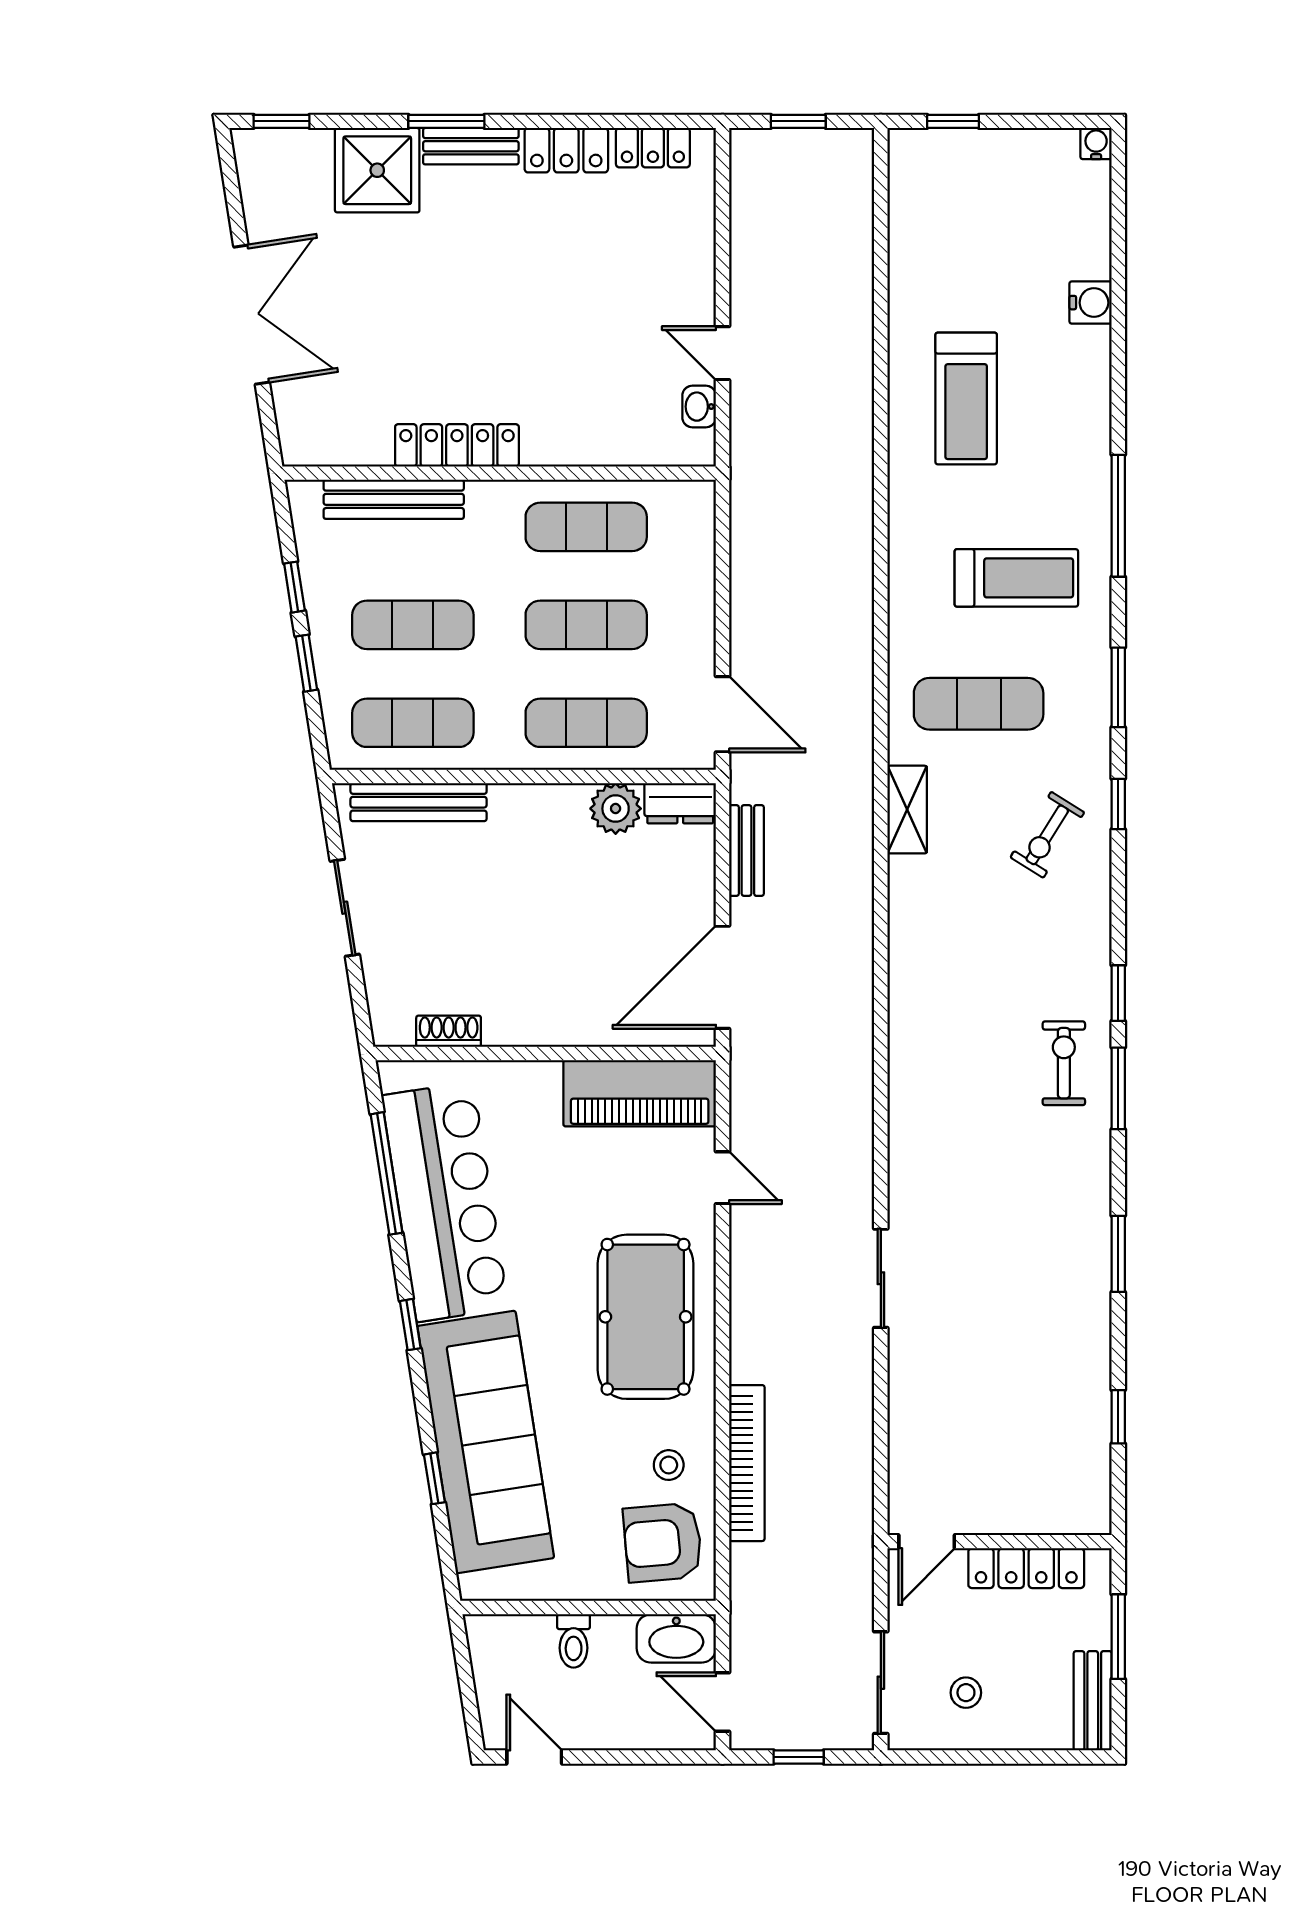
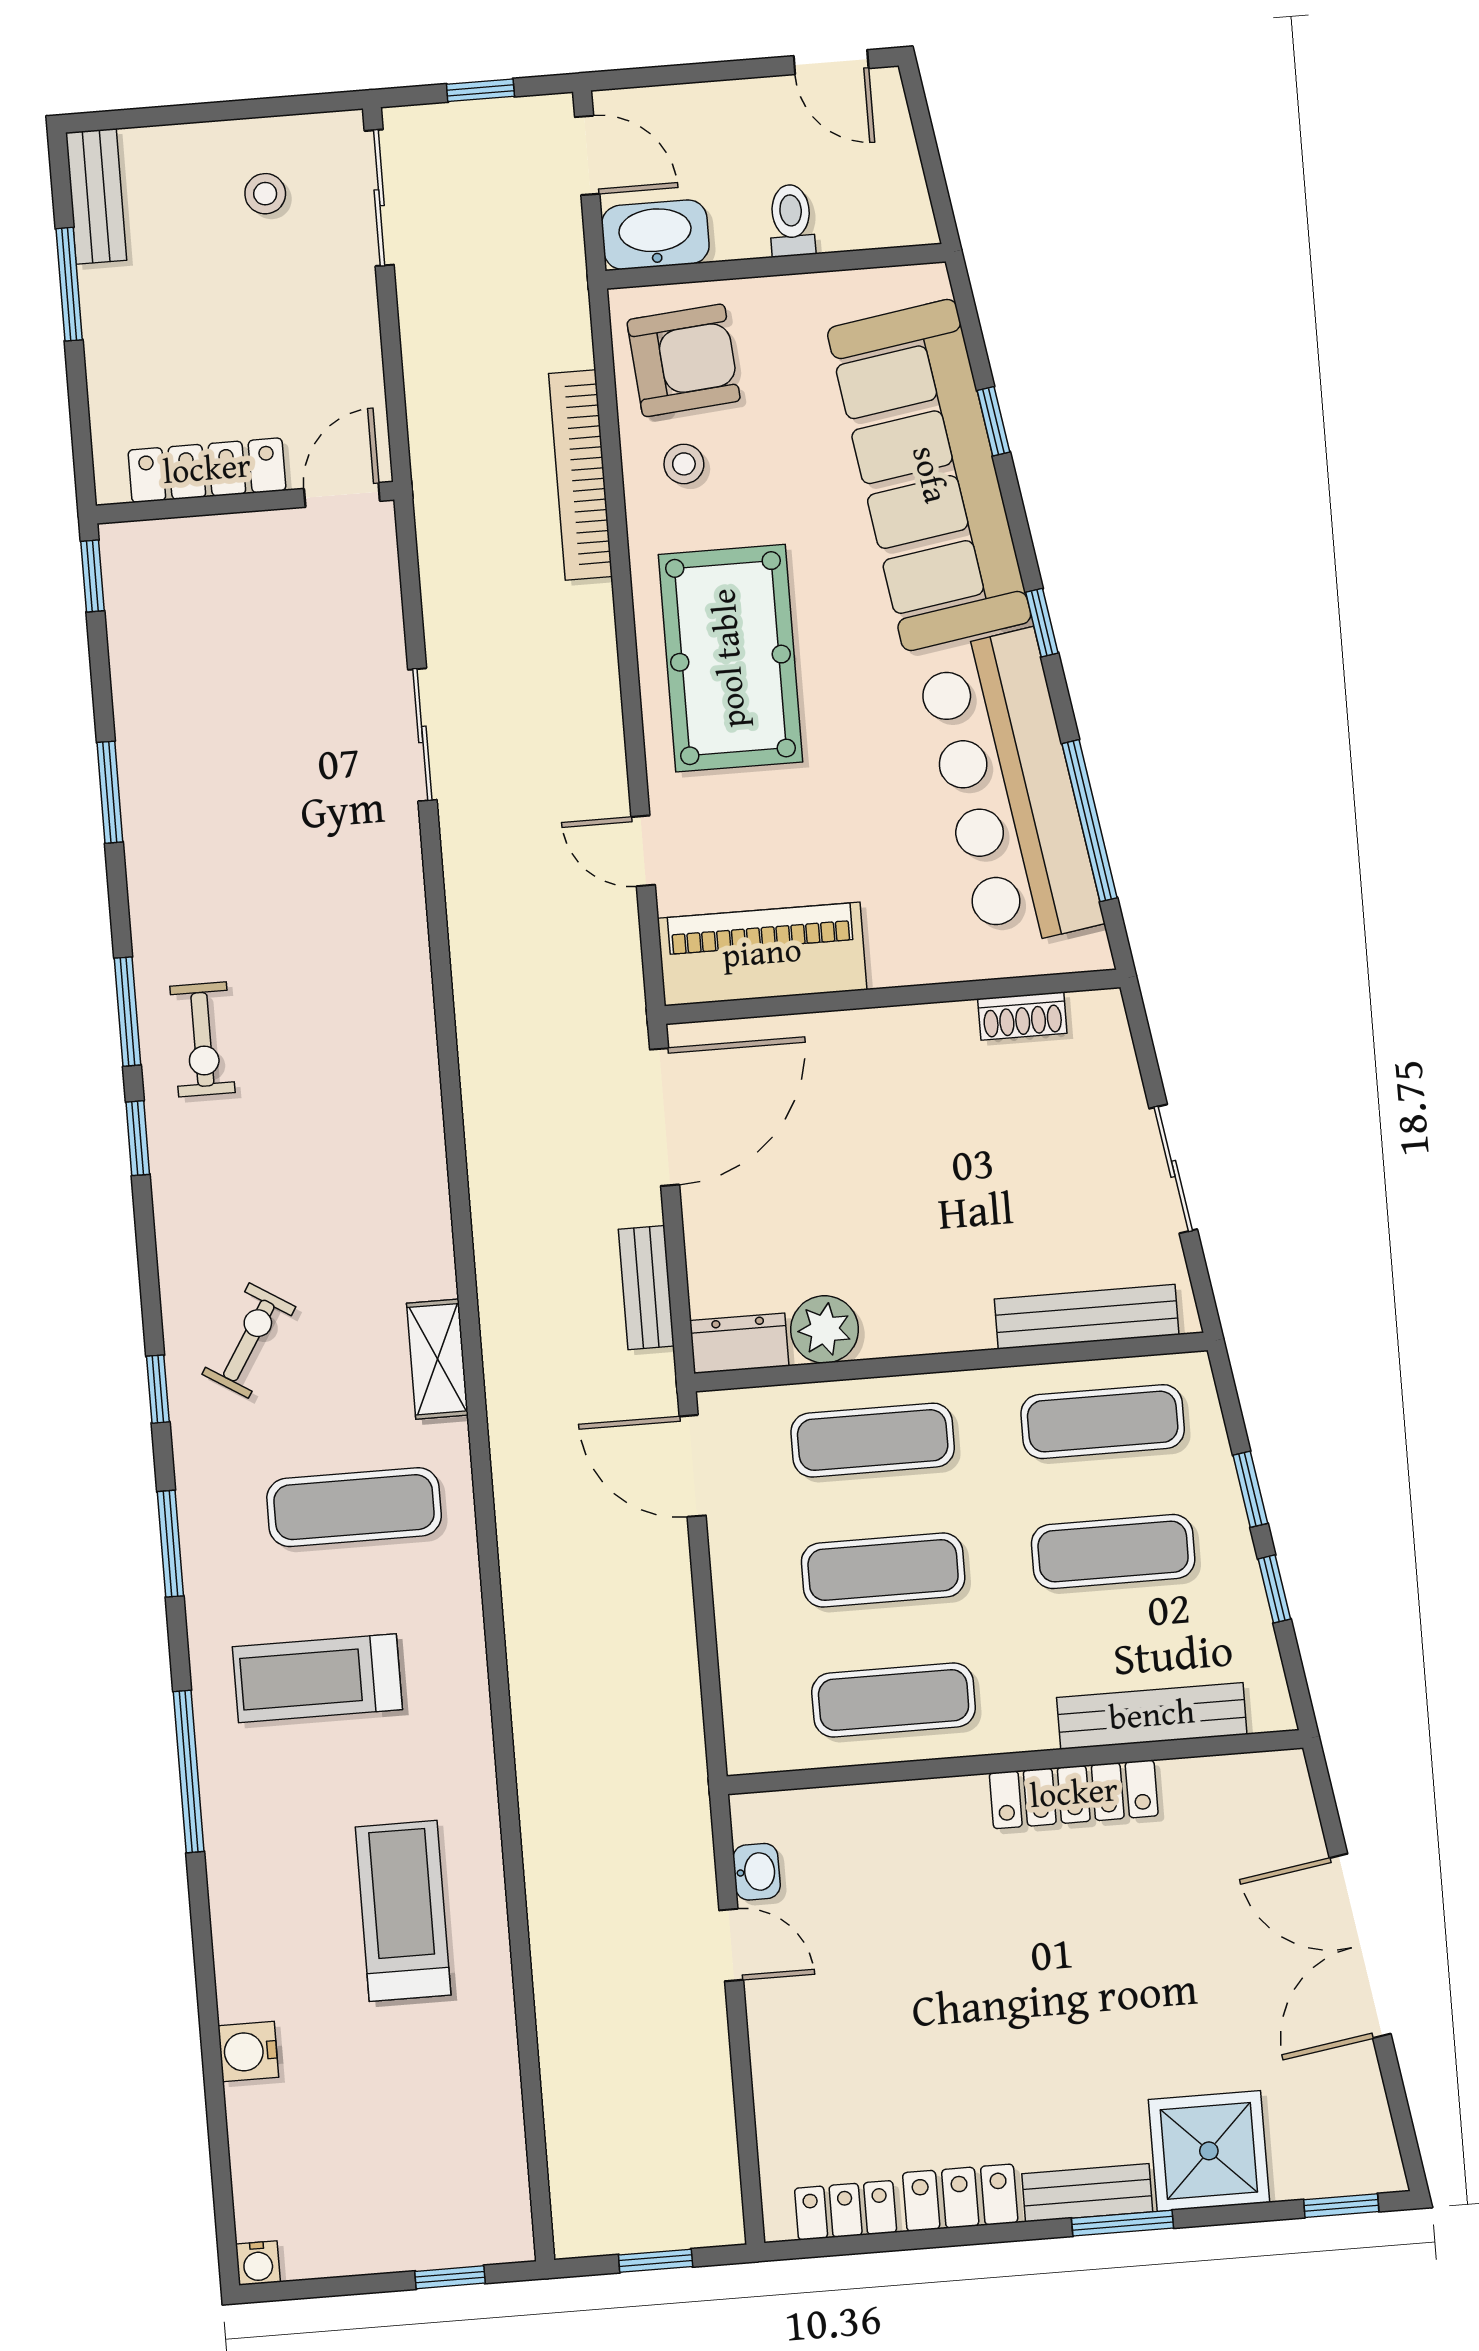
door: (927, 1542) -> (342, 495), moved
wall: (1000, 1542) -> (245, 503), moved
locker: (1026, 1568) -> (207, 470), moved

